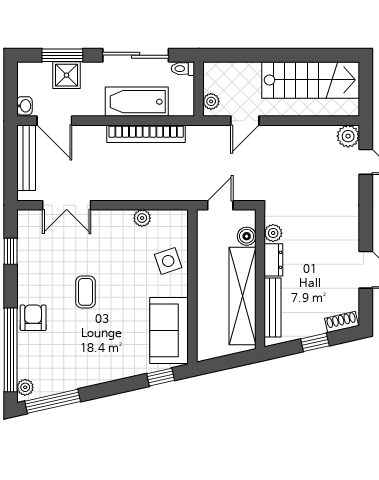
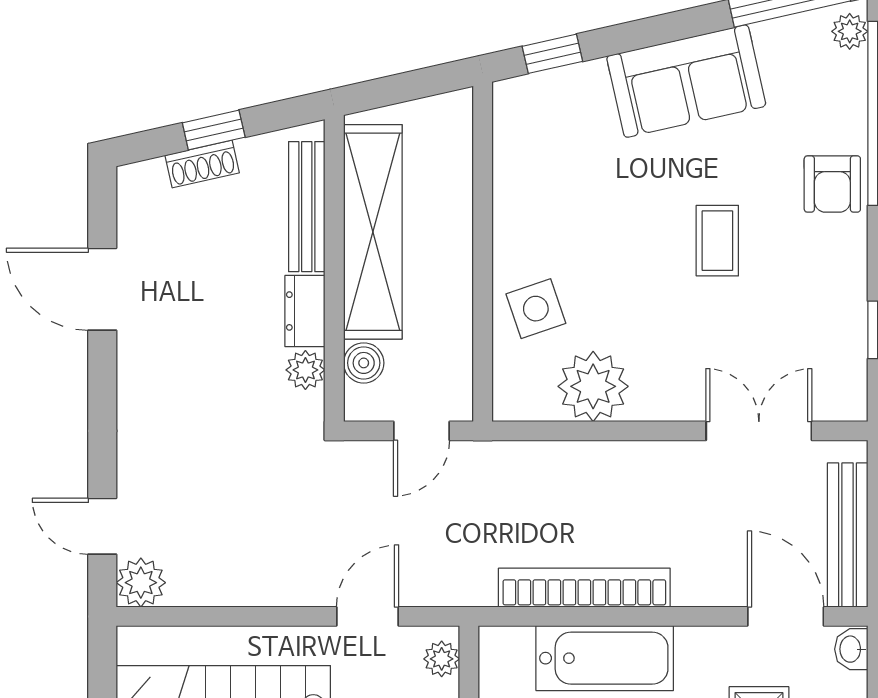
plant: (142, 218) -> (593, 386), width x1.87, depth x1.87
shoe rack: (342, 322) -> (202, 164), moved
sofa: (169, 330) -> (686, 81), moved, turned 77

